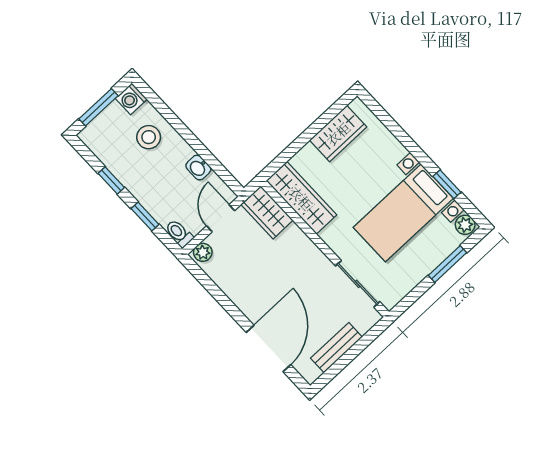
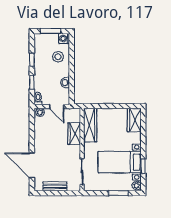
wardrobe: (338, 134) -> (134, 120), moved, turned 90
wardrobe: (267, 212) -> (74, 134), moved
door: (221, 218) -> (57, 107), swing flipped
door: (269, 348) -> (32, 165), swing flipped

